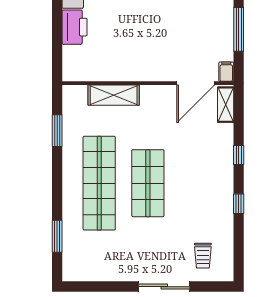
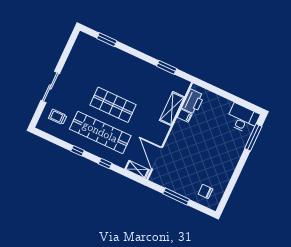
printer: (75, 27) -> (193, 102), moved, turned -90
filing cabinet: (226, 72) -> (185, 116), moved
shop shelf: (99, 183) -> (100, 132), moved

